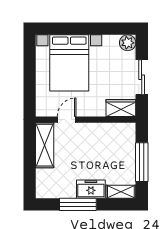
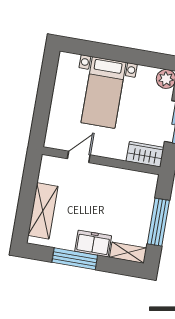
bed with nightstands: (69, 63) -> (104, 93), width x0.73
shelving: (45, 145) -> (43, 211), moved

